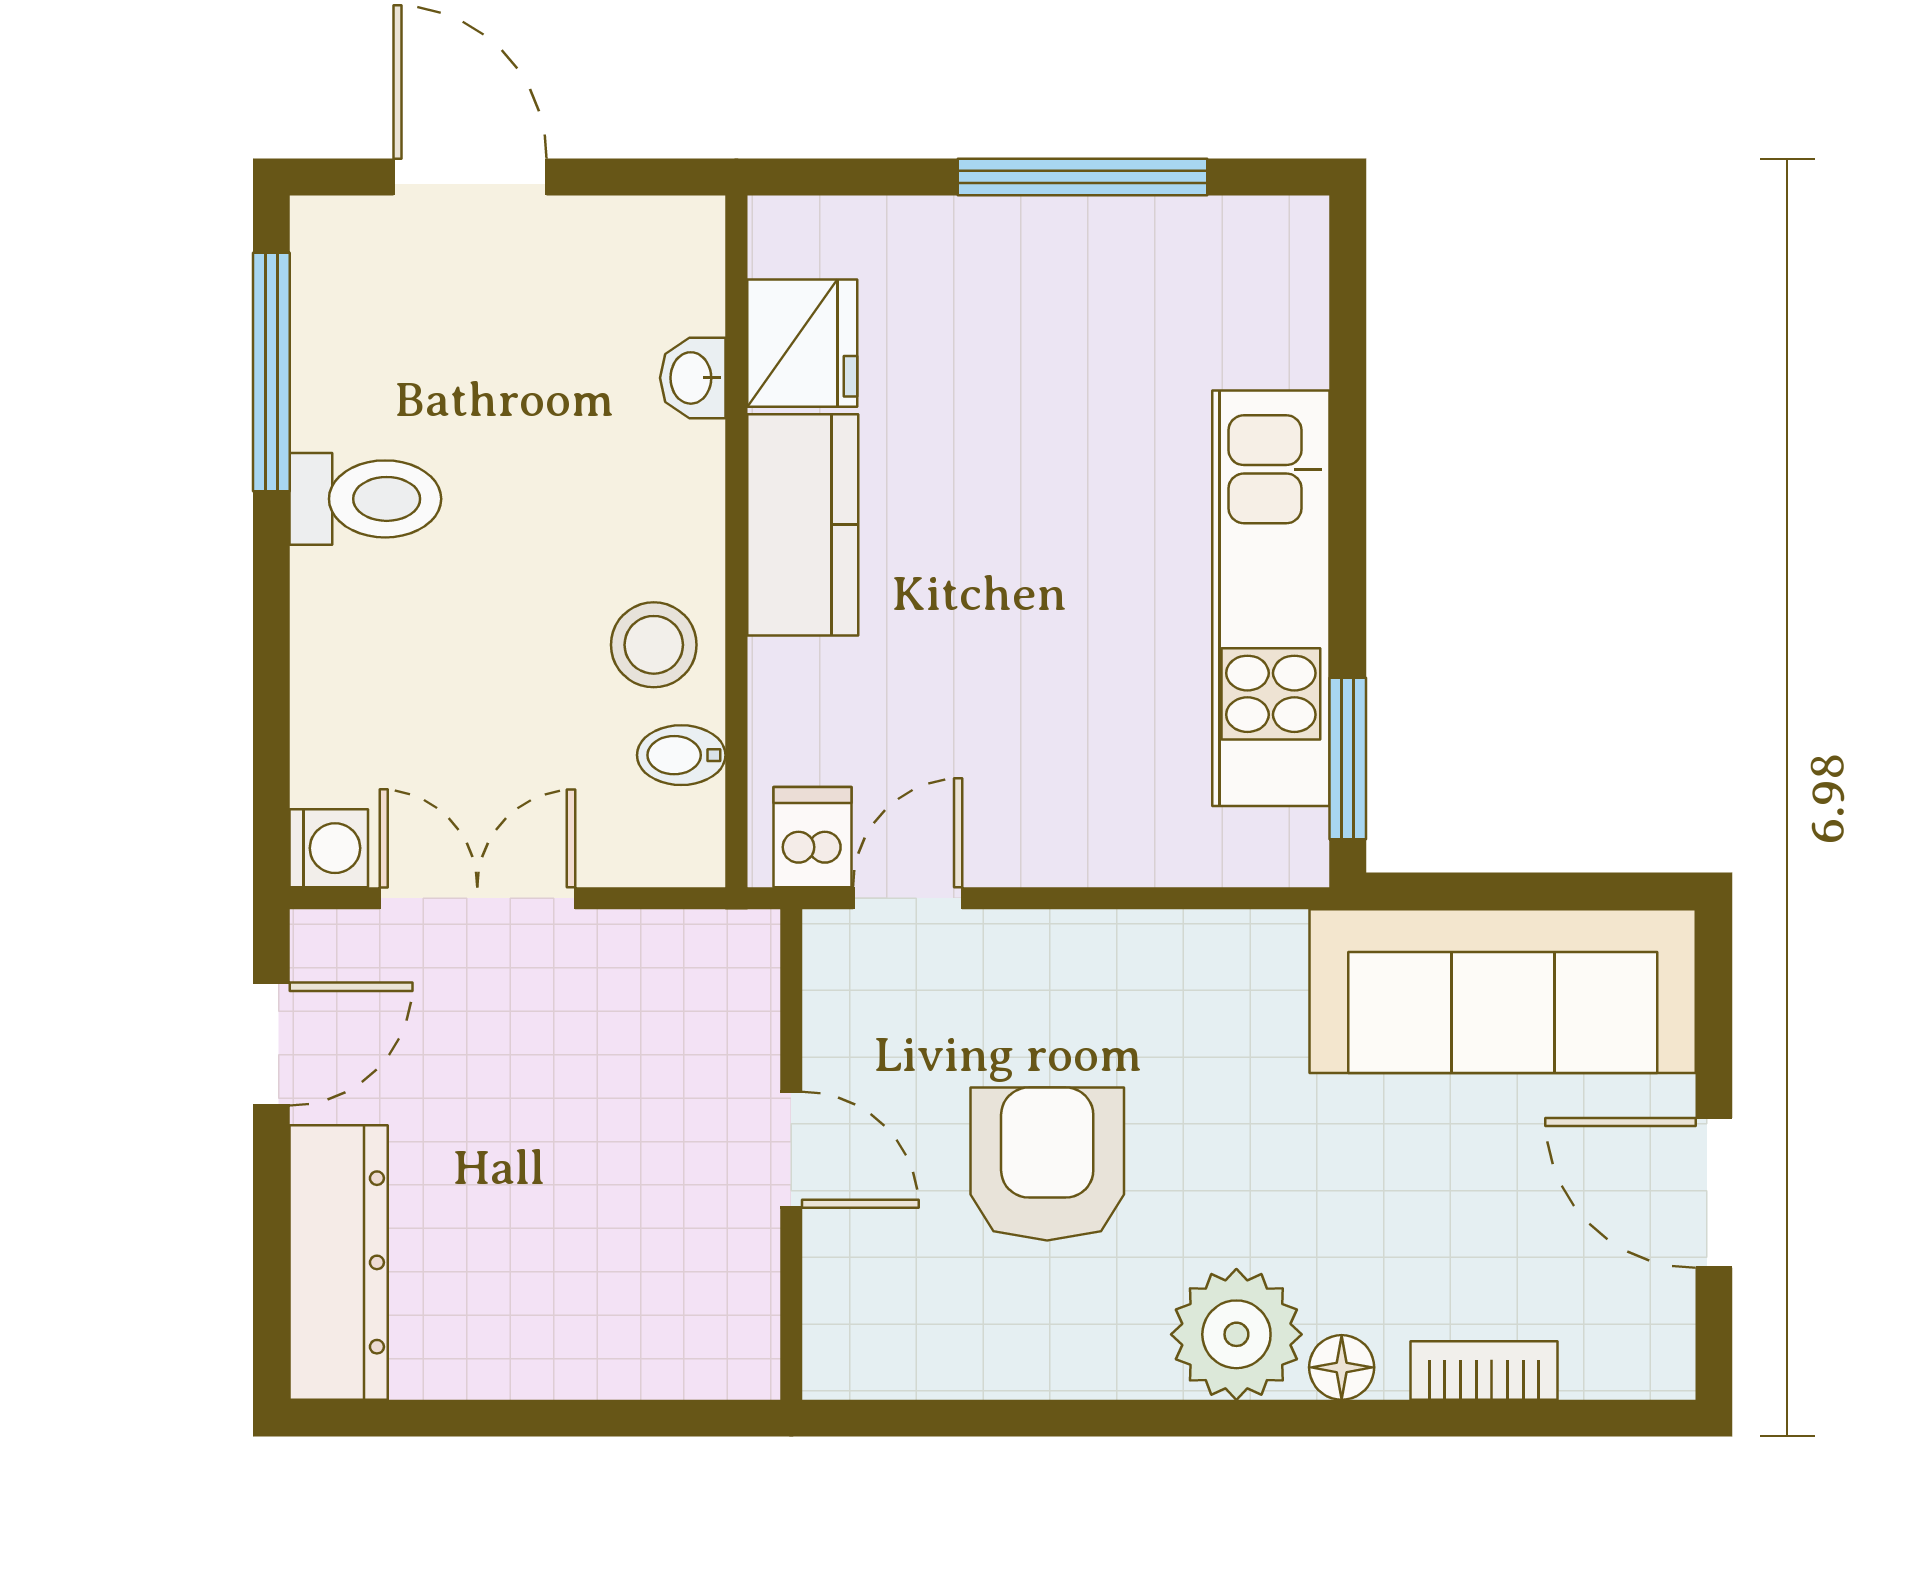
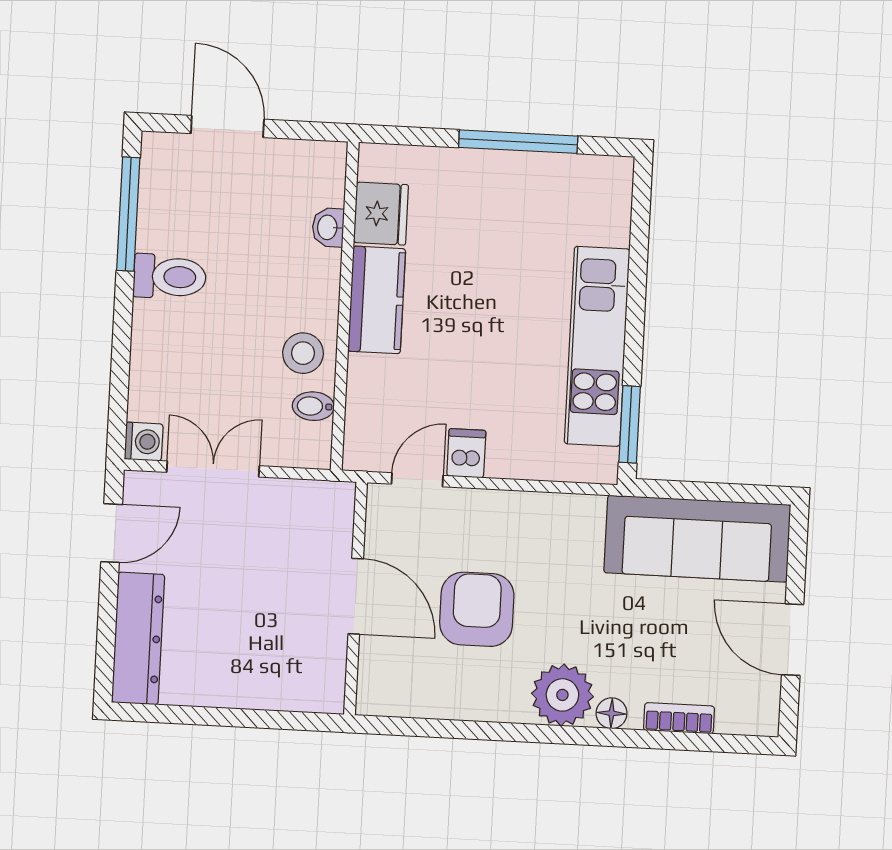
dishwasher: (812, 837) -> (466, 453), moved
door: (791, 1150) -> (356, 596), width x1.38

